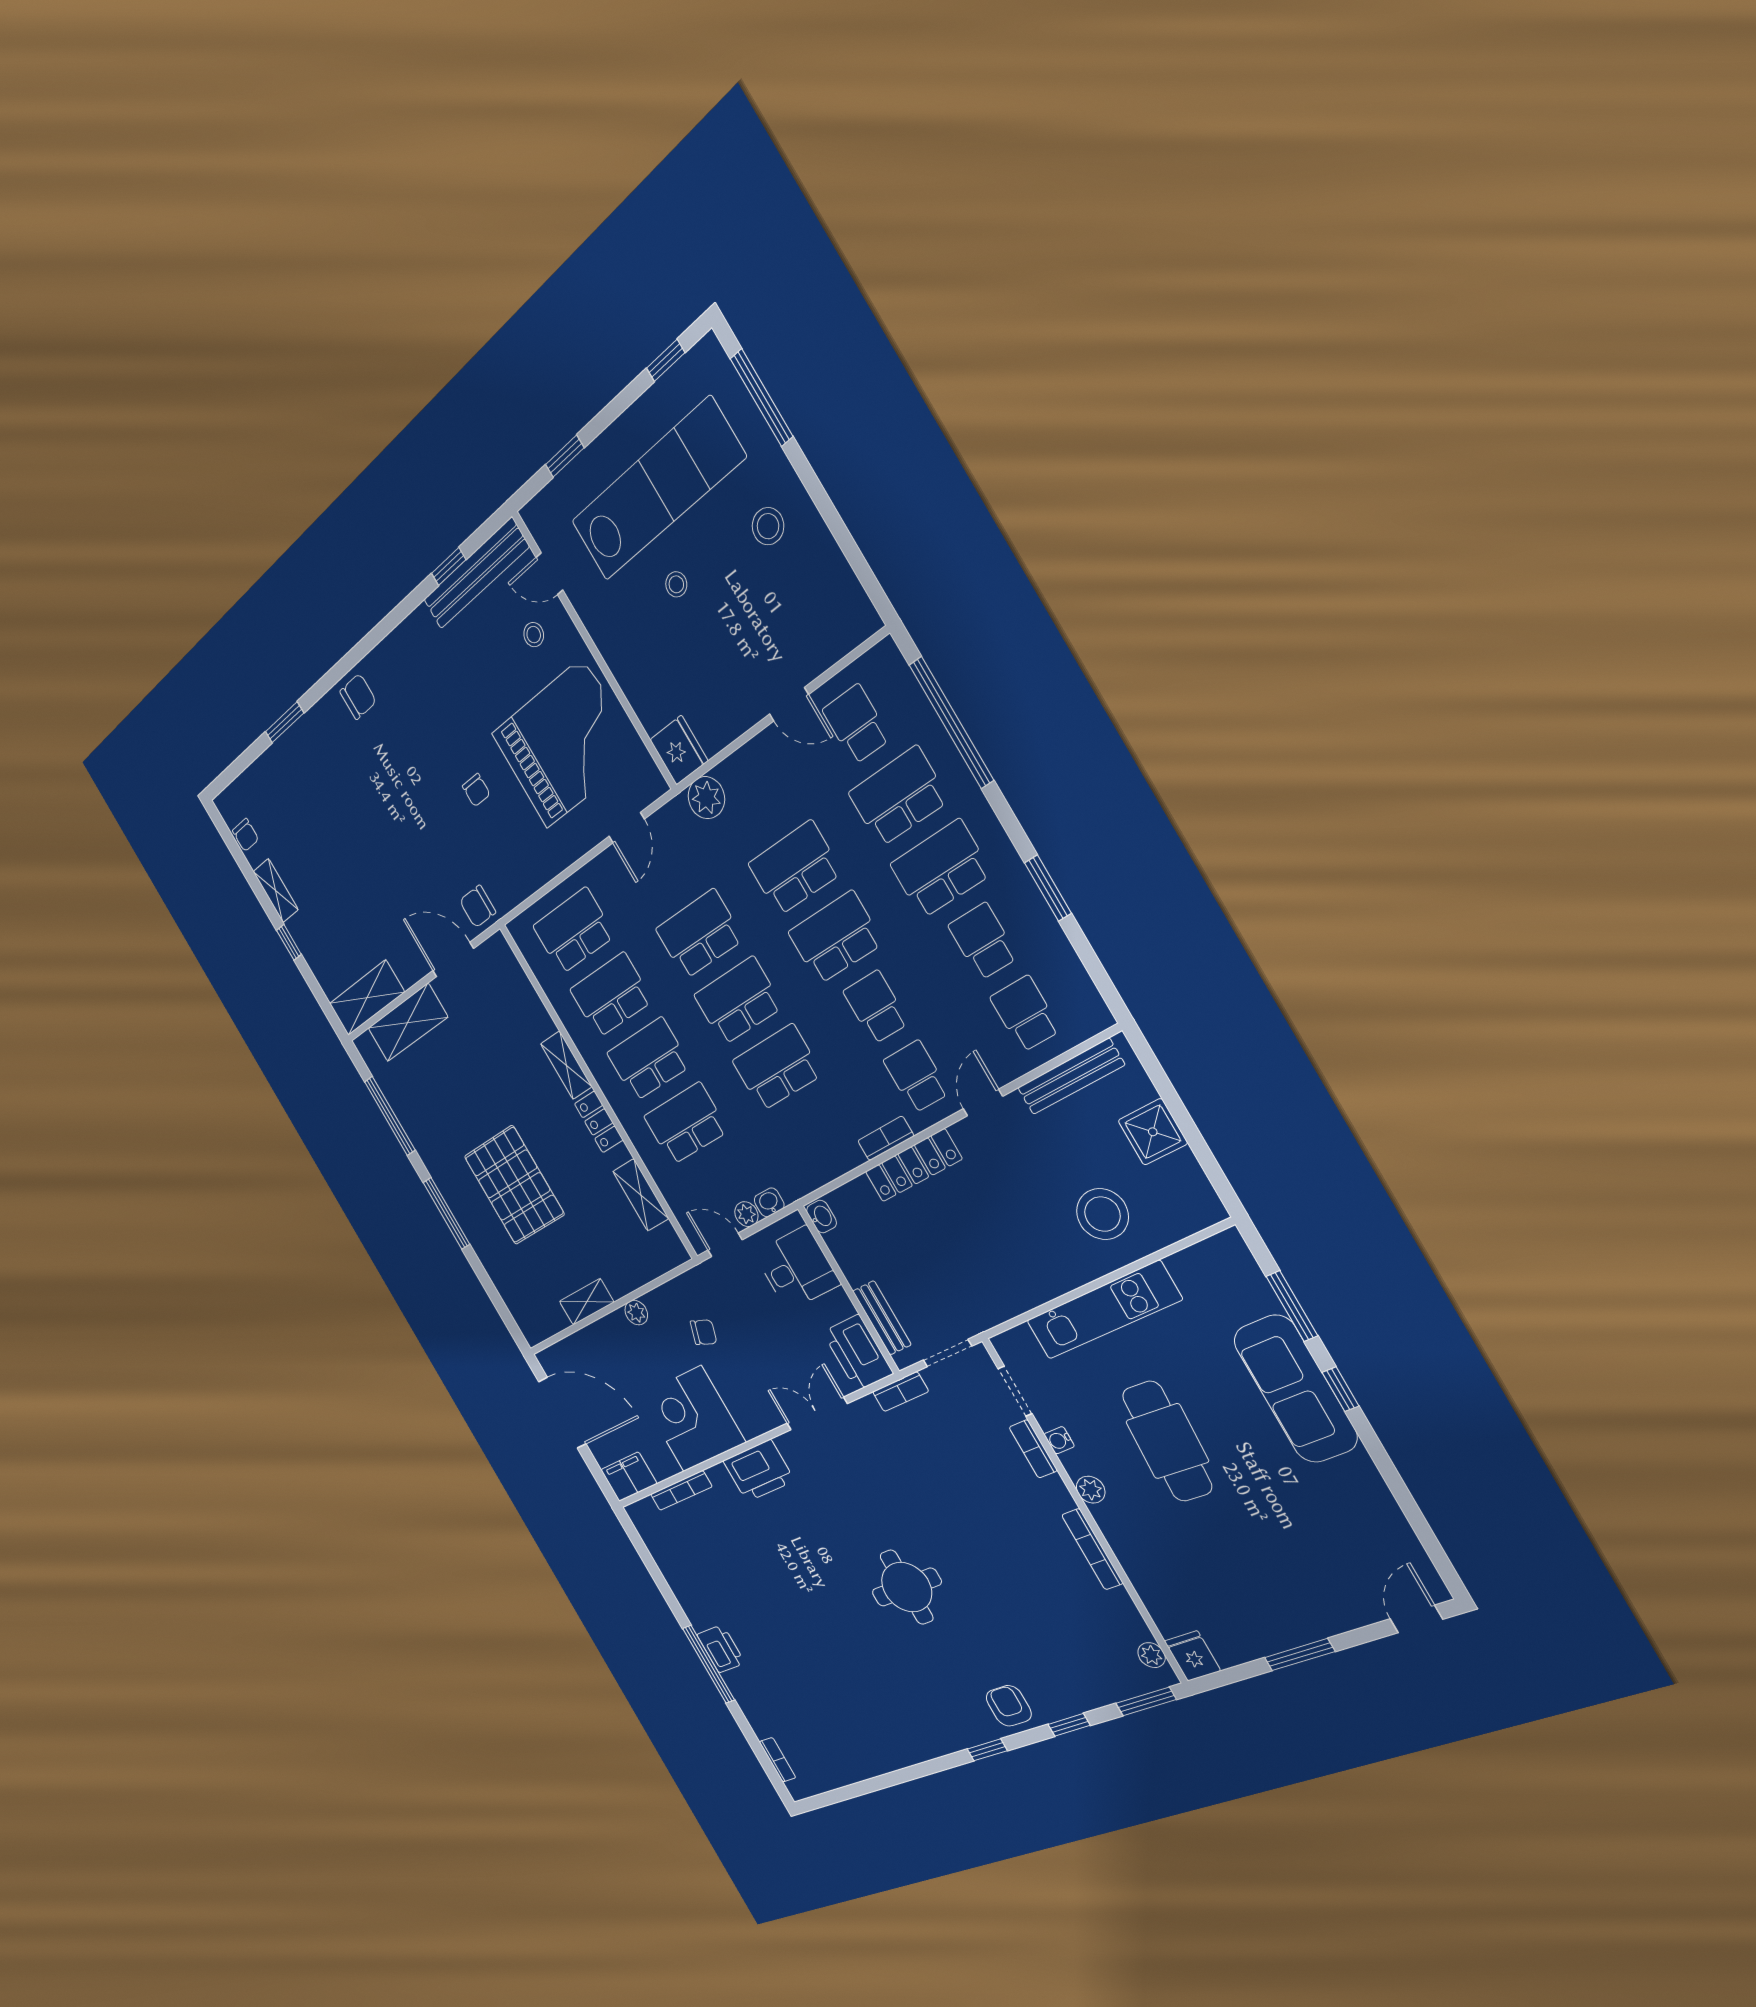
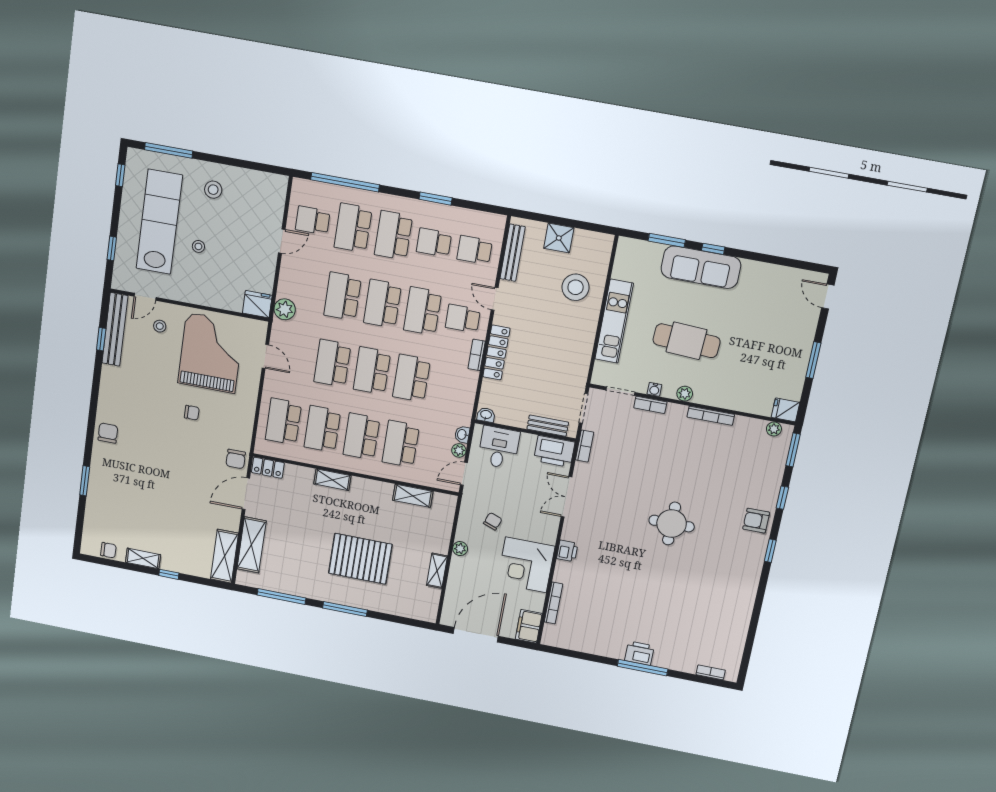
school desk: (876, 1007) -> (423, 311), width x1.85
locker: (599, 1122) -> (268, 468), moved
printer: (759, 1471) -> (567, 551), width x0.53, depth x0.68

